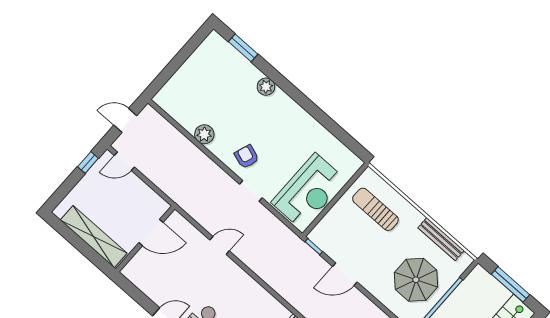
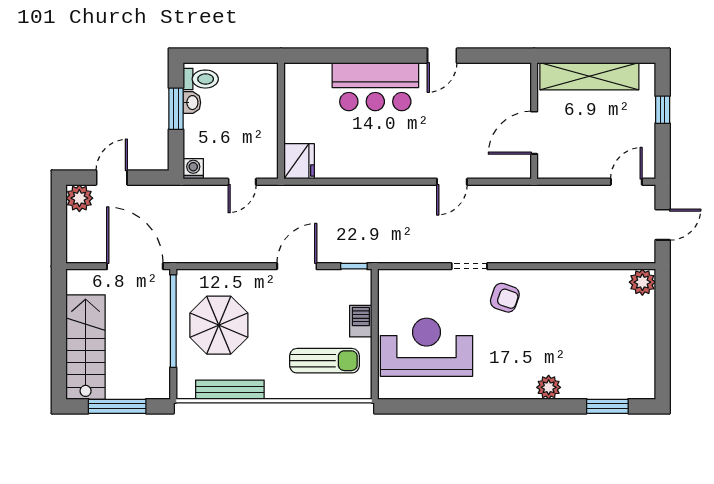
plant: (204, 134) -> (642, 282), moved
window: (88, 163) -> (663, 110), moved
reception desk: (309, 191) -> (426, 347), moved, turned 90
barbecue: (337, 213) -> (361, 321), added

